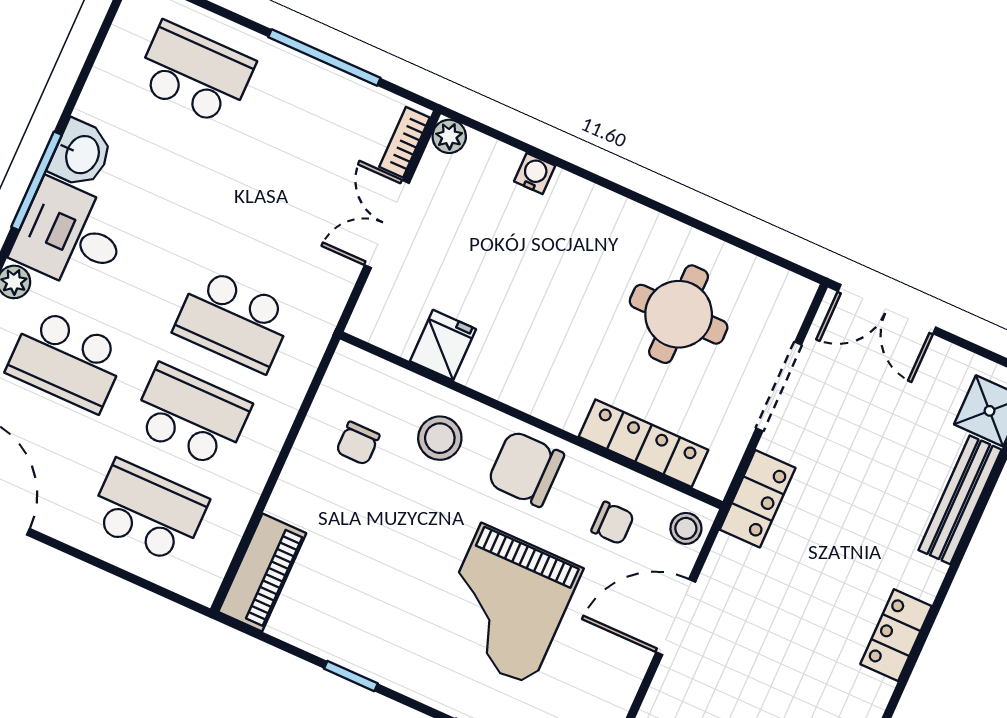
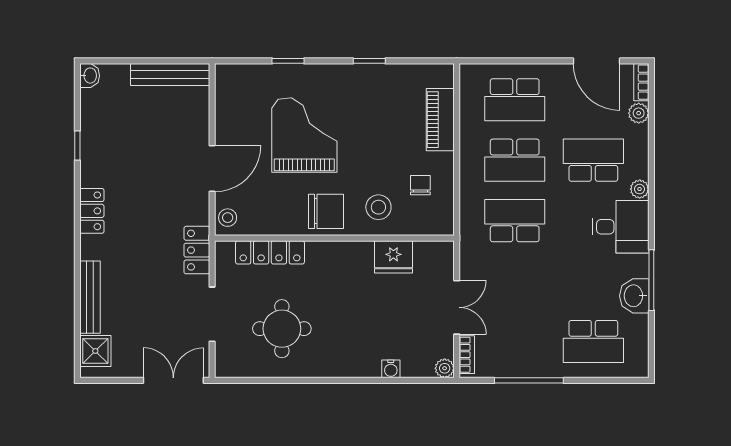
washbasin: (81, 154) -> (634, 296), moved
window: (37, 181) -> (651, 280), moved
fridge: (443, 345) -> (393, 257), width x1.38
chair: (613, 523) -> (267, 203), removed
piano: (262, 573) -> (440, 120), moved

